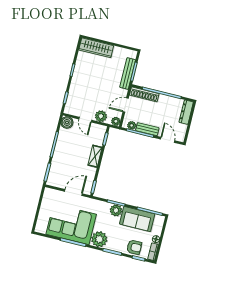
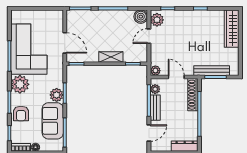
plant: (101, 116) -> (157, 20), moved
armchair: (134, 247) -> (21, 113), moved

